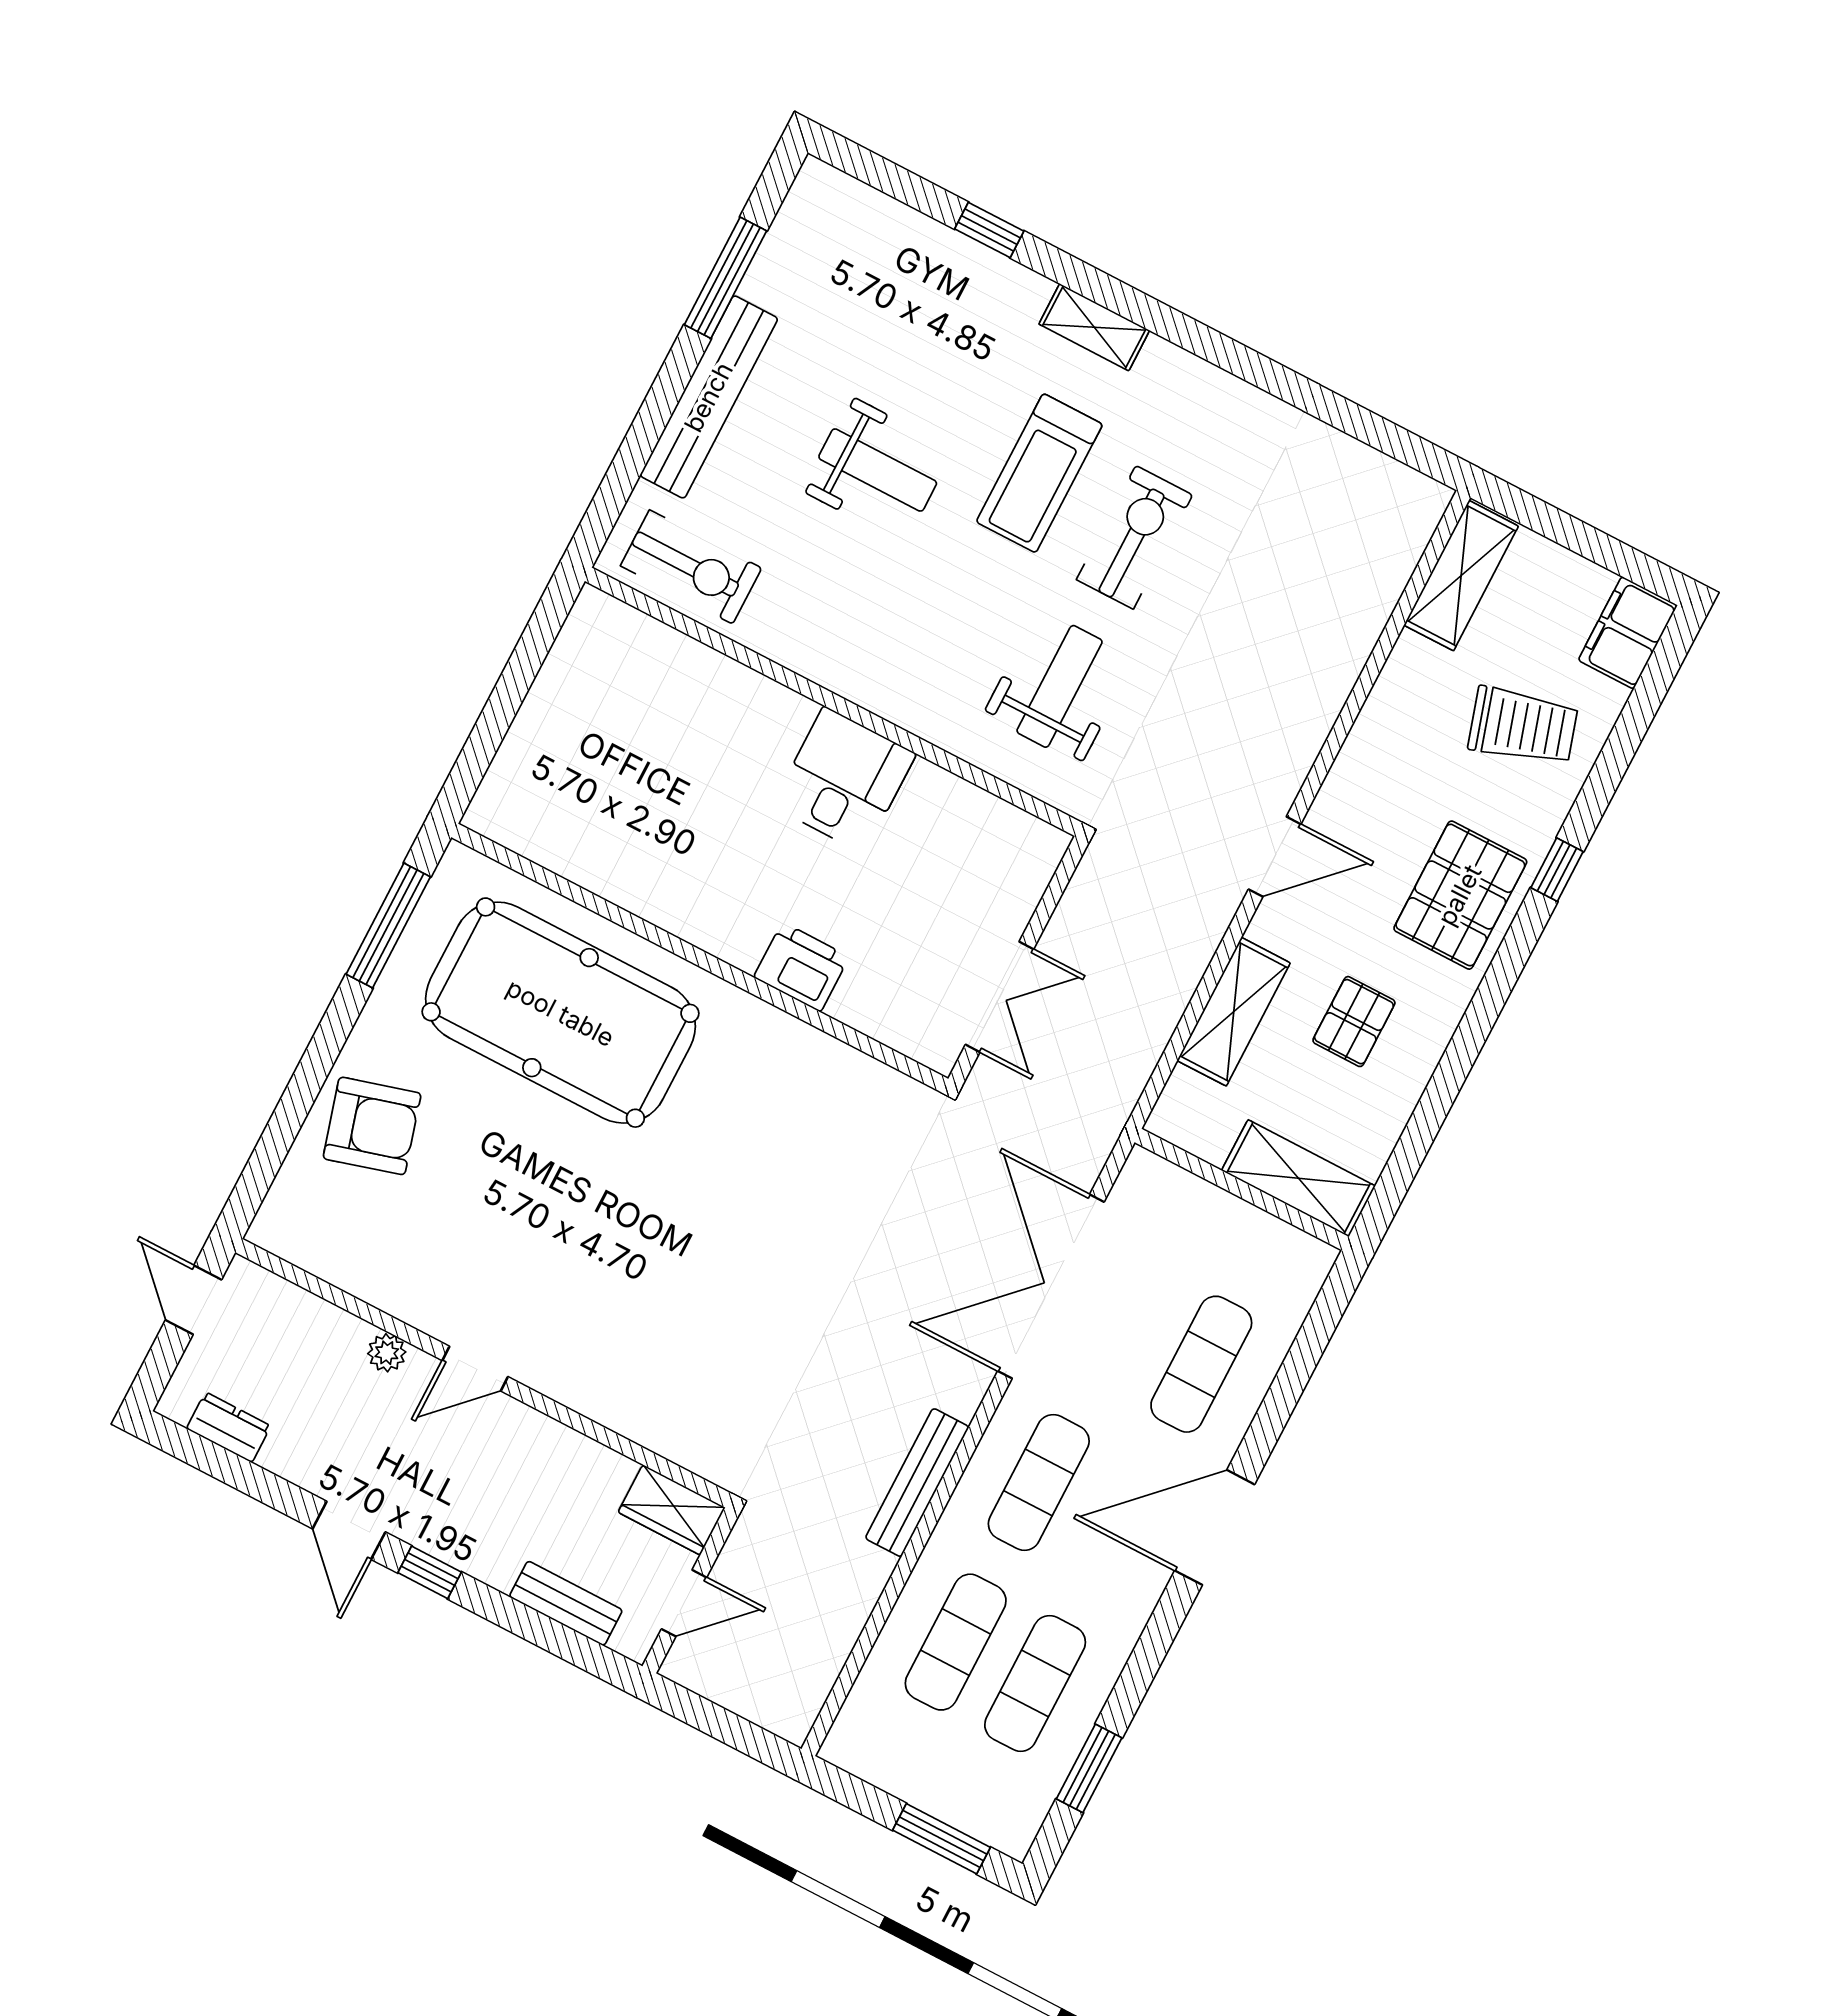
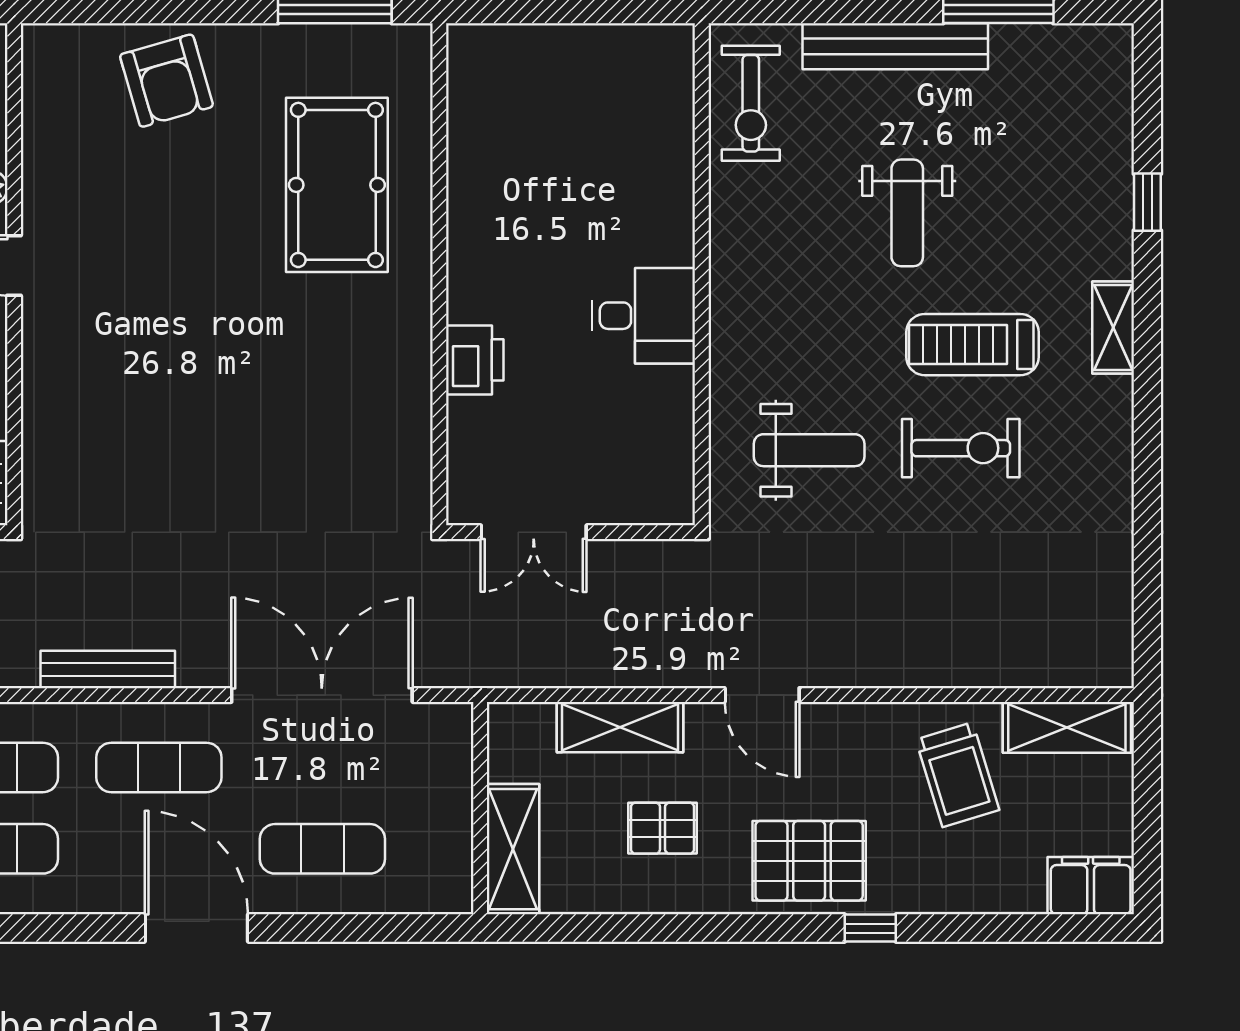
trolley: (1523, 726) -> (958, 775), moved
pool table: (560, 1013) -> (337, 185), width x0.73, depth x0.76

